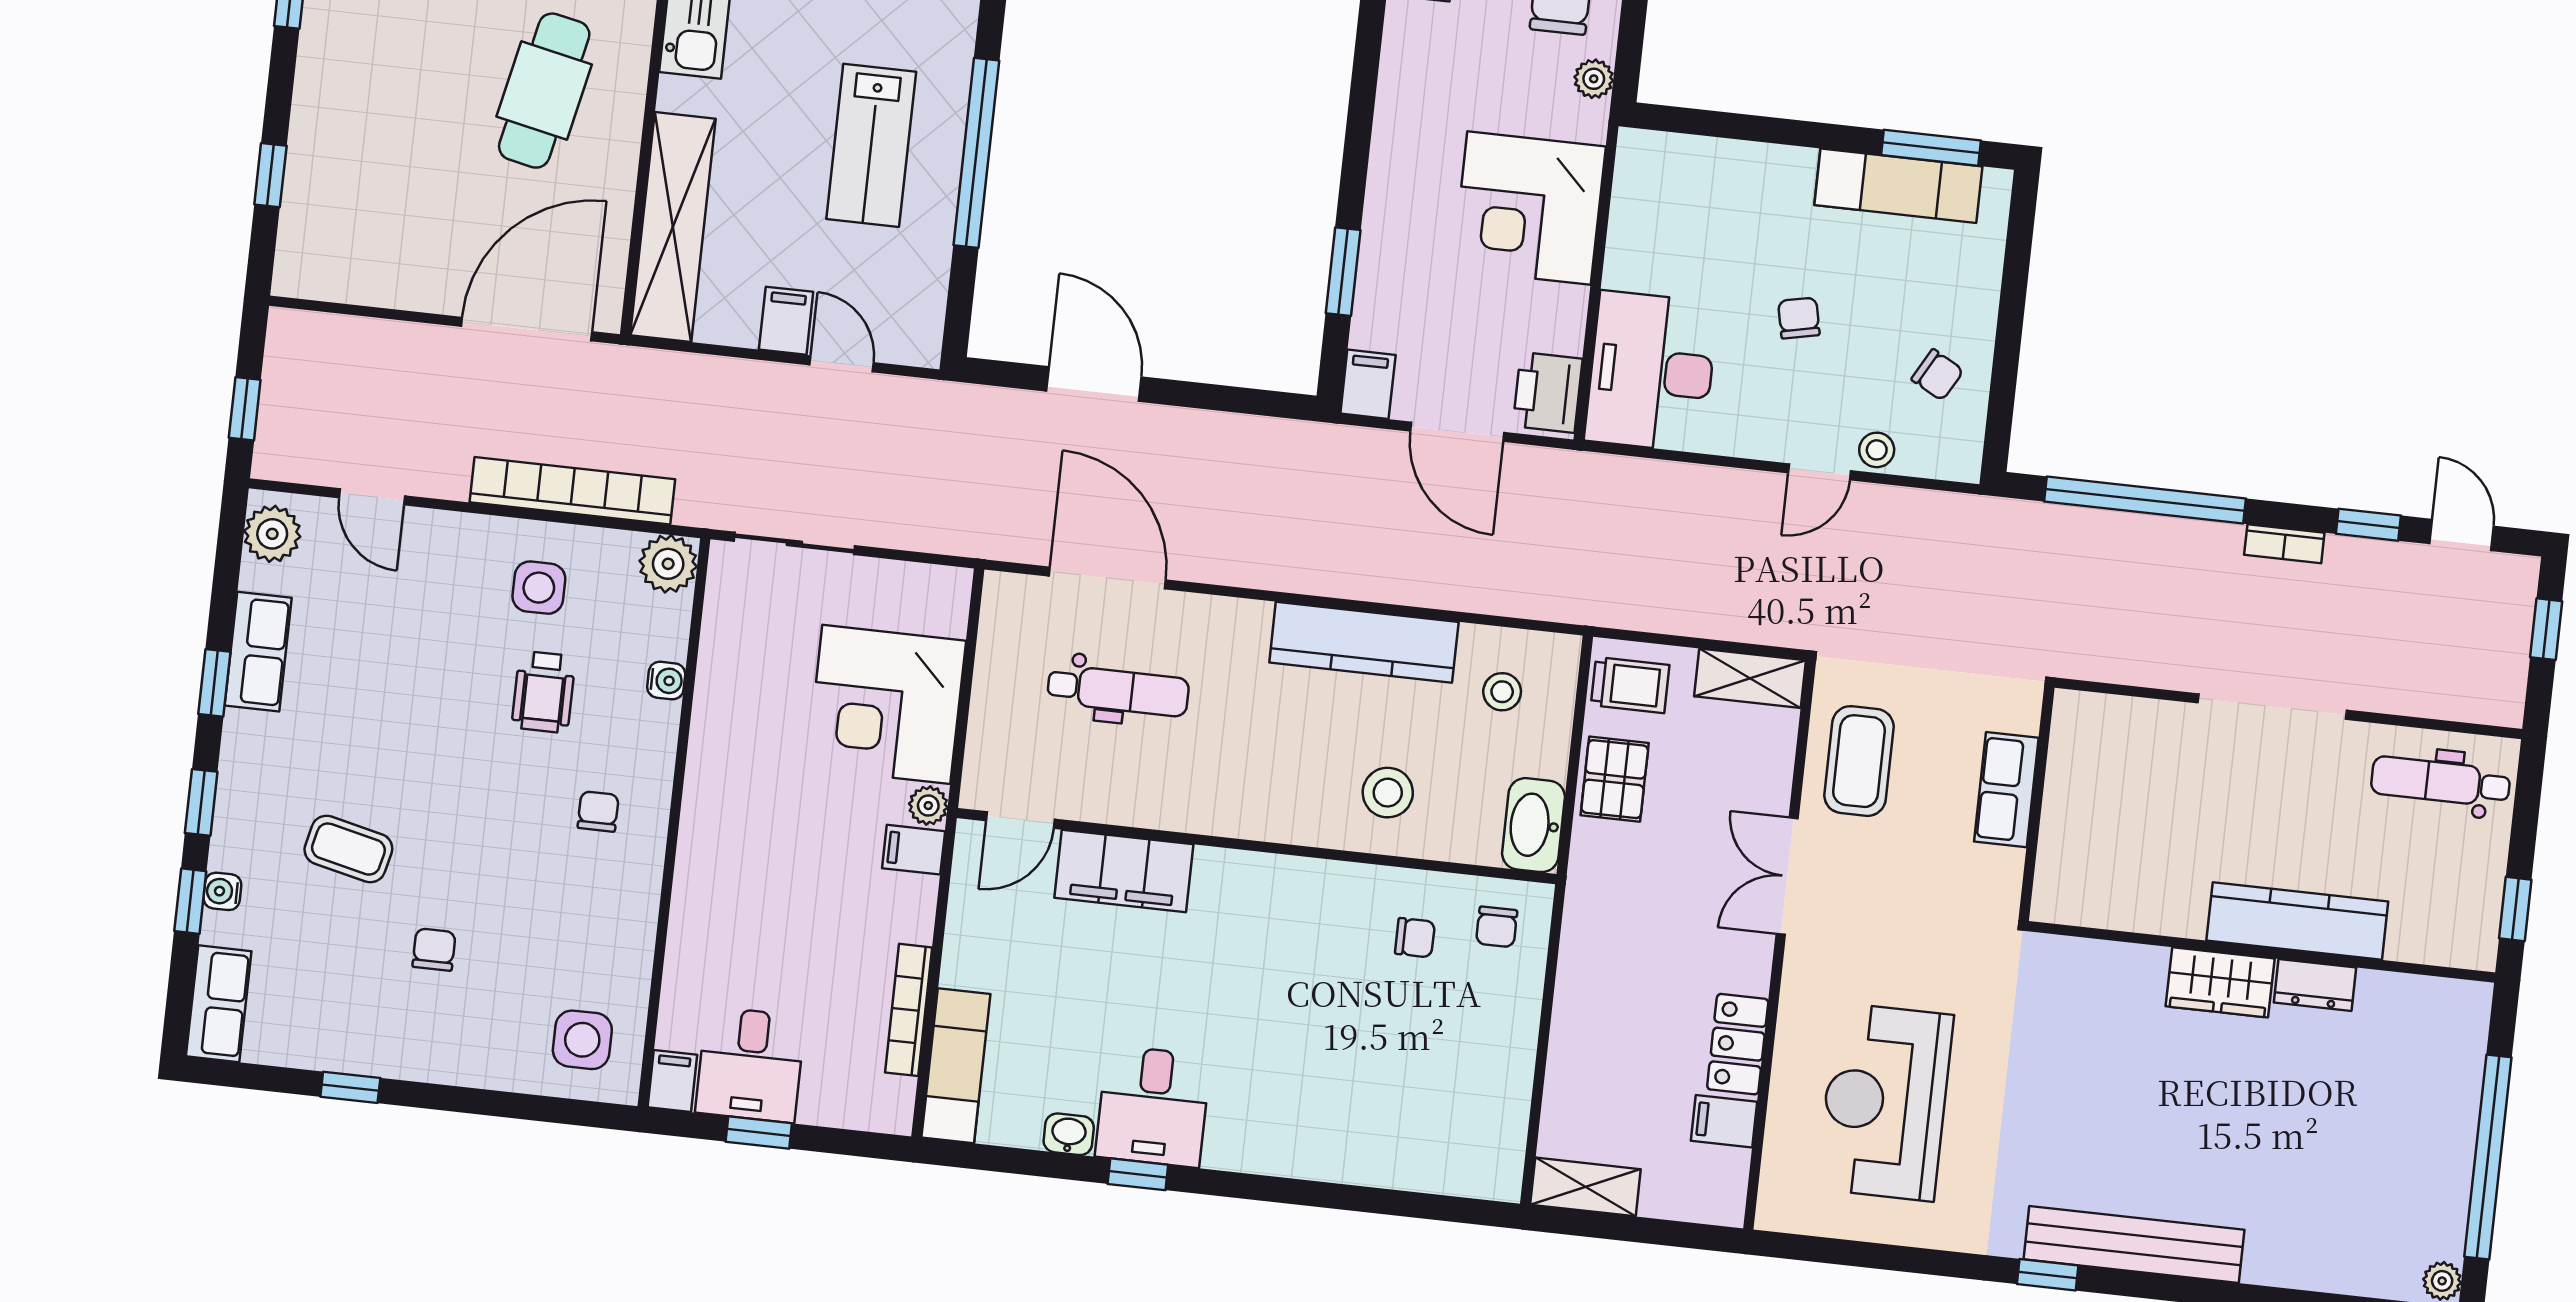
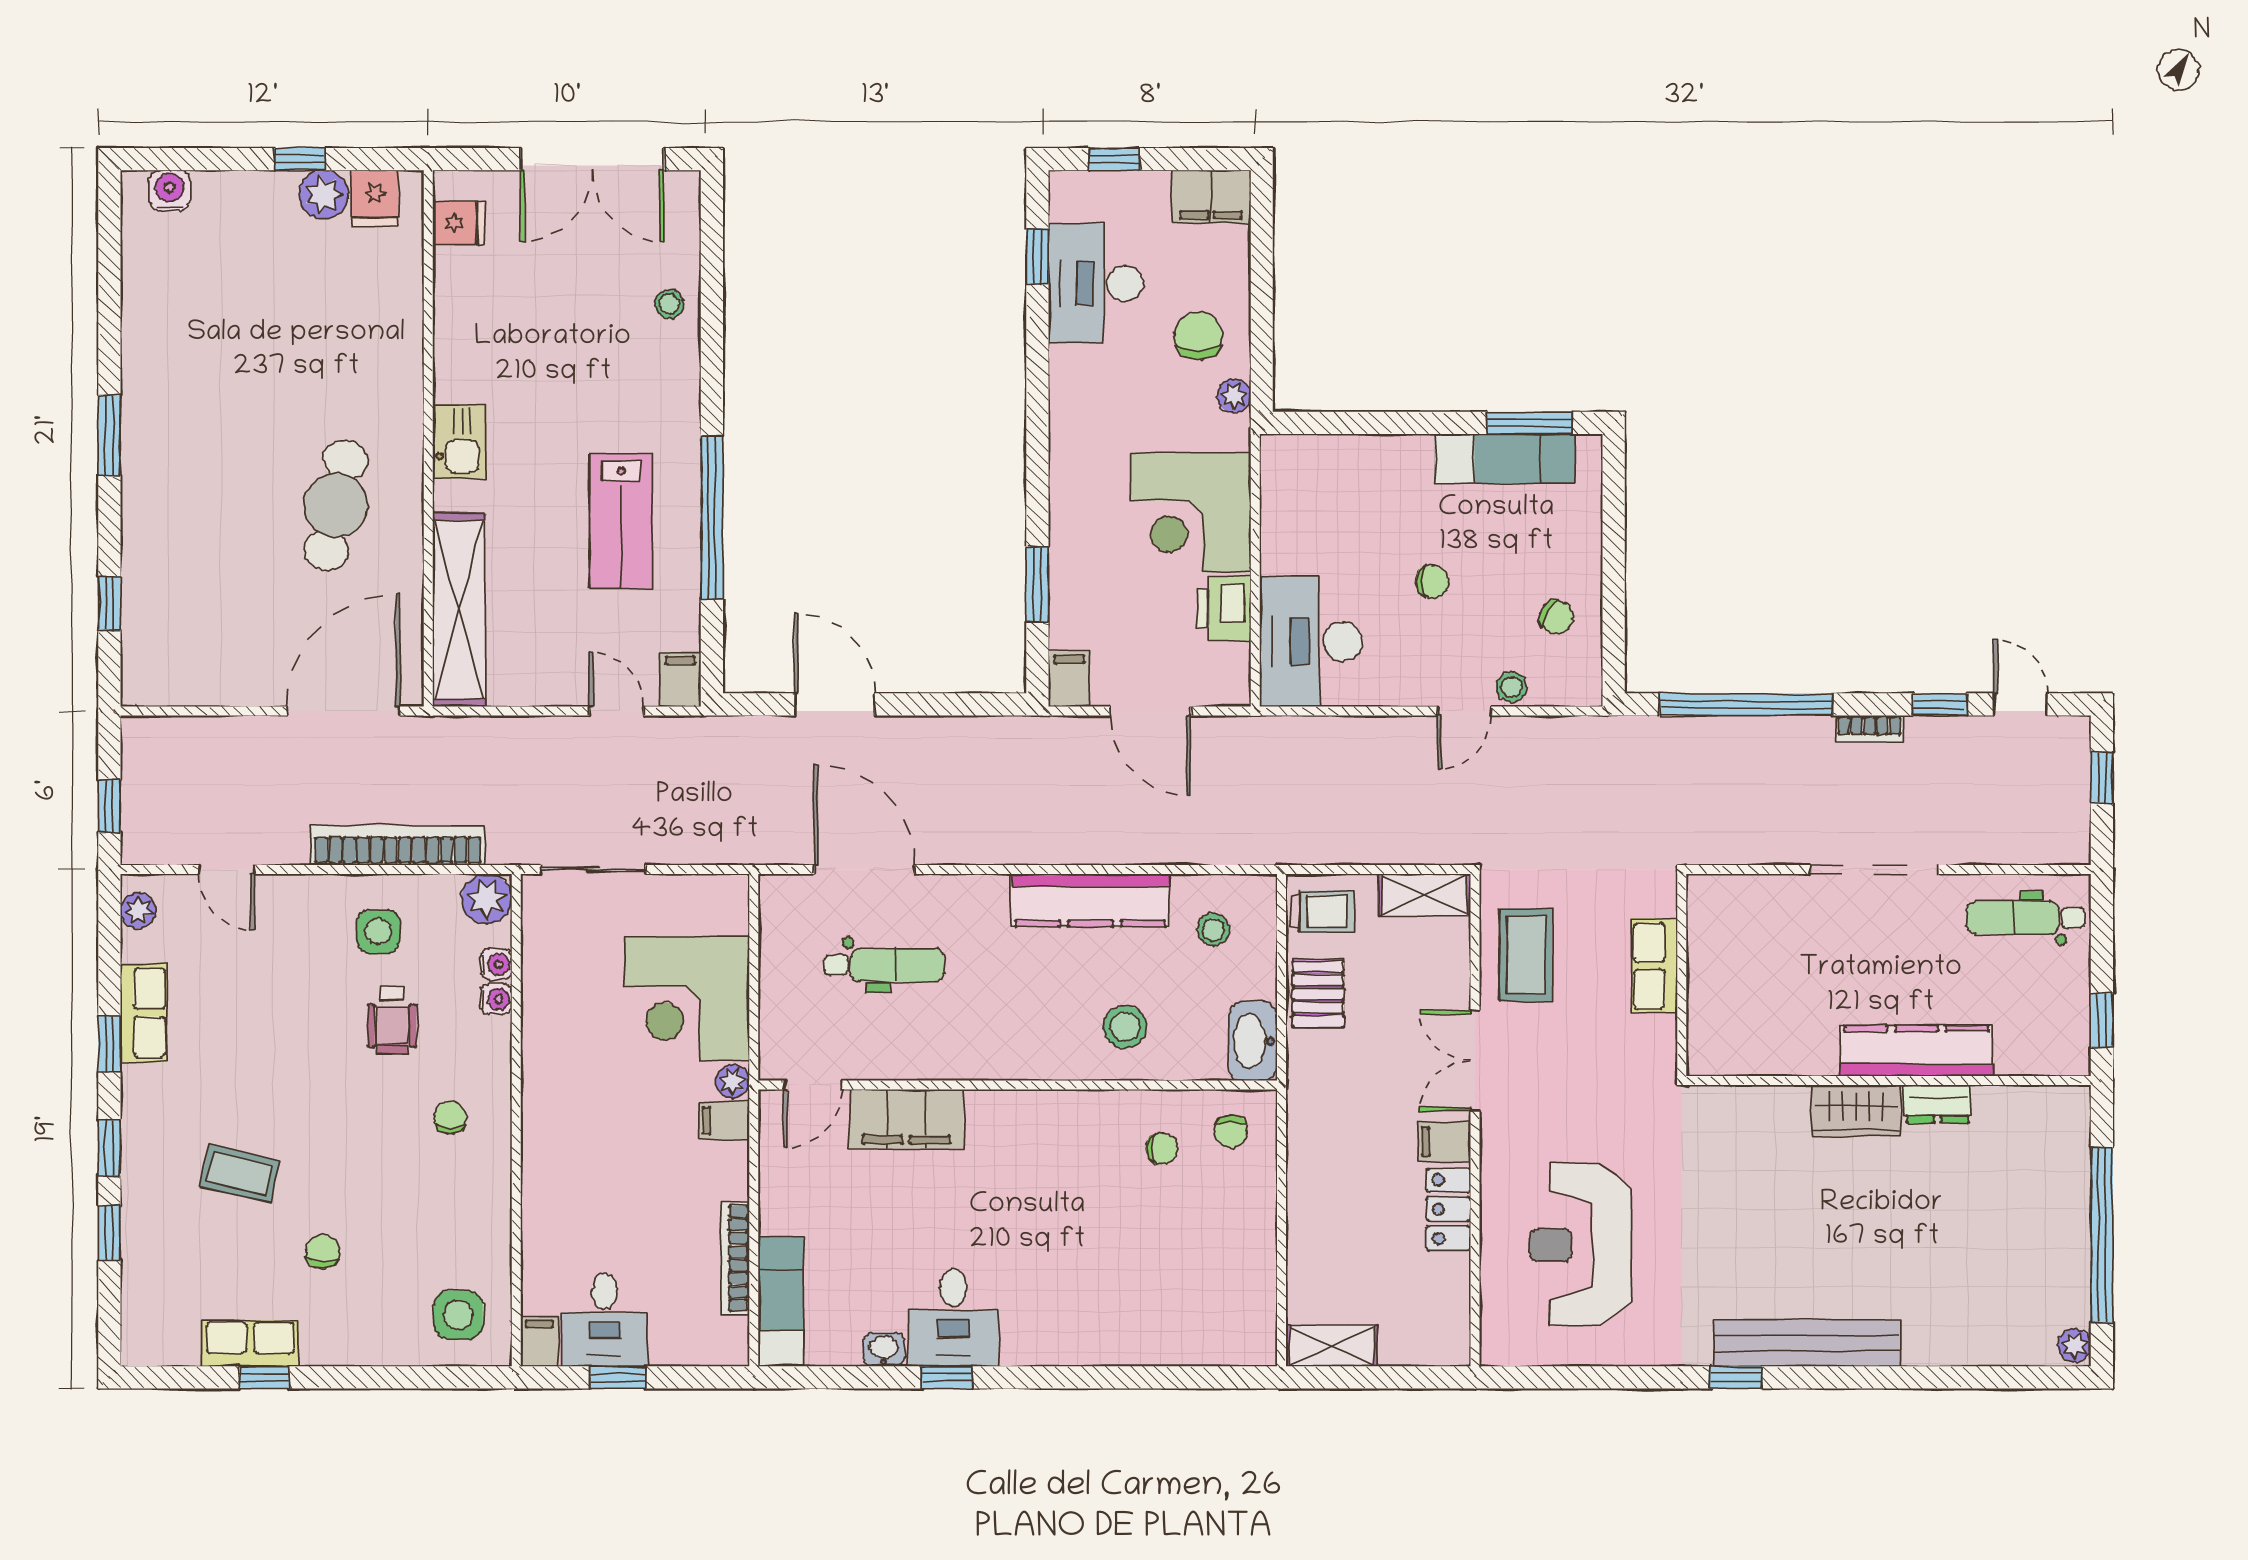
chair: (1799, 318) -> (1432, 581), turned 102
filing cabinet: (786, 321) -> (680, 679), moved
printer: (1548, 392) -> (1224, 608), moved
plant: (272, 534) -> (138, 911), width x0.73, depth x0.73
water cooler: (222, 891) -> (496, 964), moved, turned 180
row of seats: (219, 1004) -> (250, 1343), moved, turned -90
filing cabinet: (1724, 1121) -> (1444, 1142), moved

